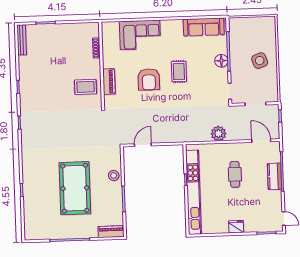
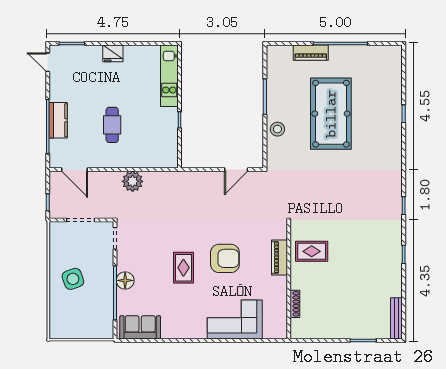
sofa: (204, 27) -> (140, 327), width x0.73
armchair: (149, 79) -> (225, 258), turned 90
kitchen unit: (194, 192) -> (169, 76), width x0.54
piano: (111, 232) -> (311, 53), moved

